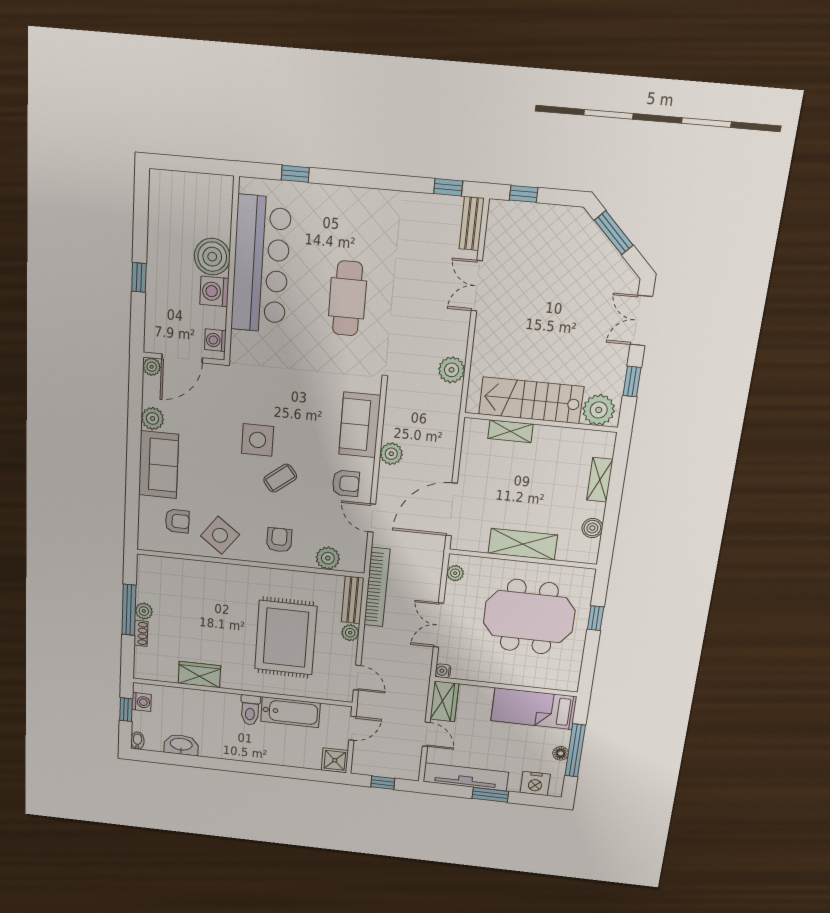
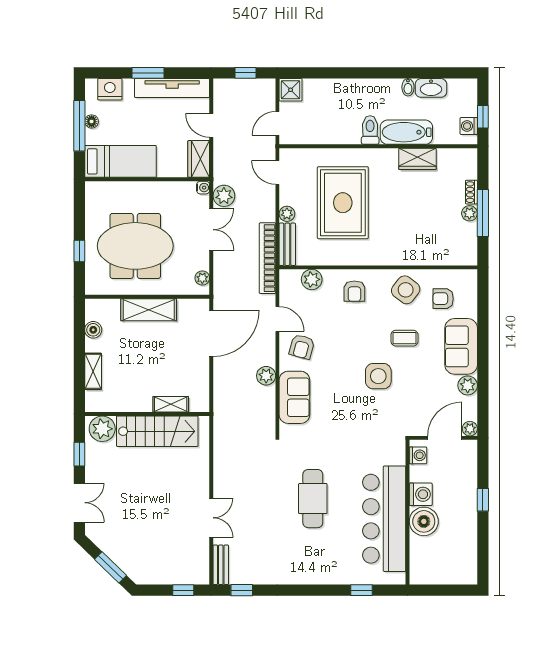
plant: (452, 370) -> (224, 196), moved
coffee table: (280, 478) -> (404, 338), moved, turned 38
armchair: (346, 483) -> (302, 347), turned -75
bathtub: (291, 712) -> (406, 132), moved
bidet: (137, 741) -> (408, 87), moved

